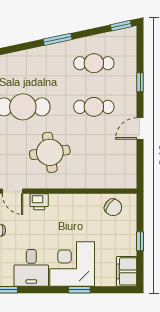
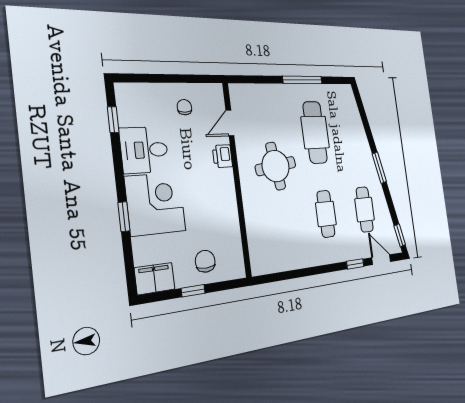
door: (140, 129) -> (381, 260), moved
chair: (113, 207) -> (205, 261), moved, turned 144

